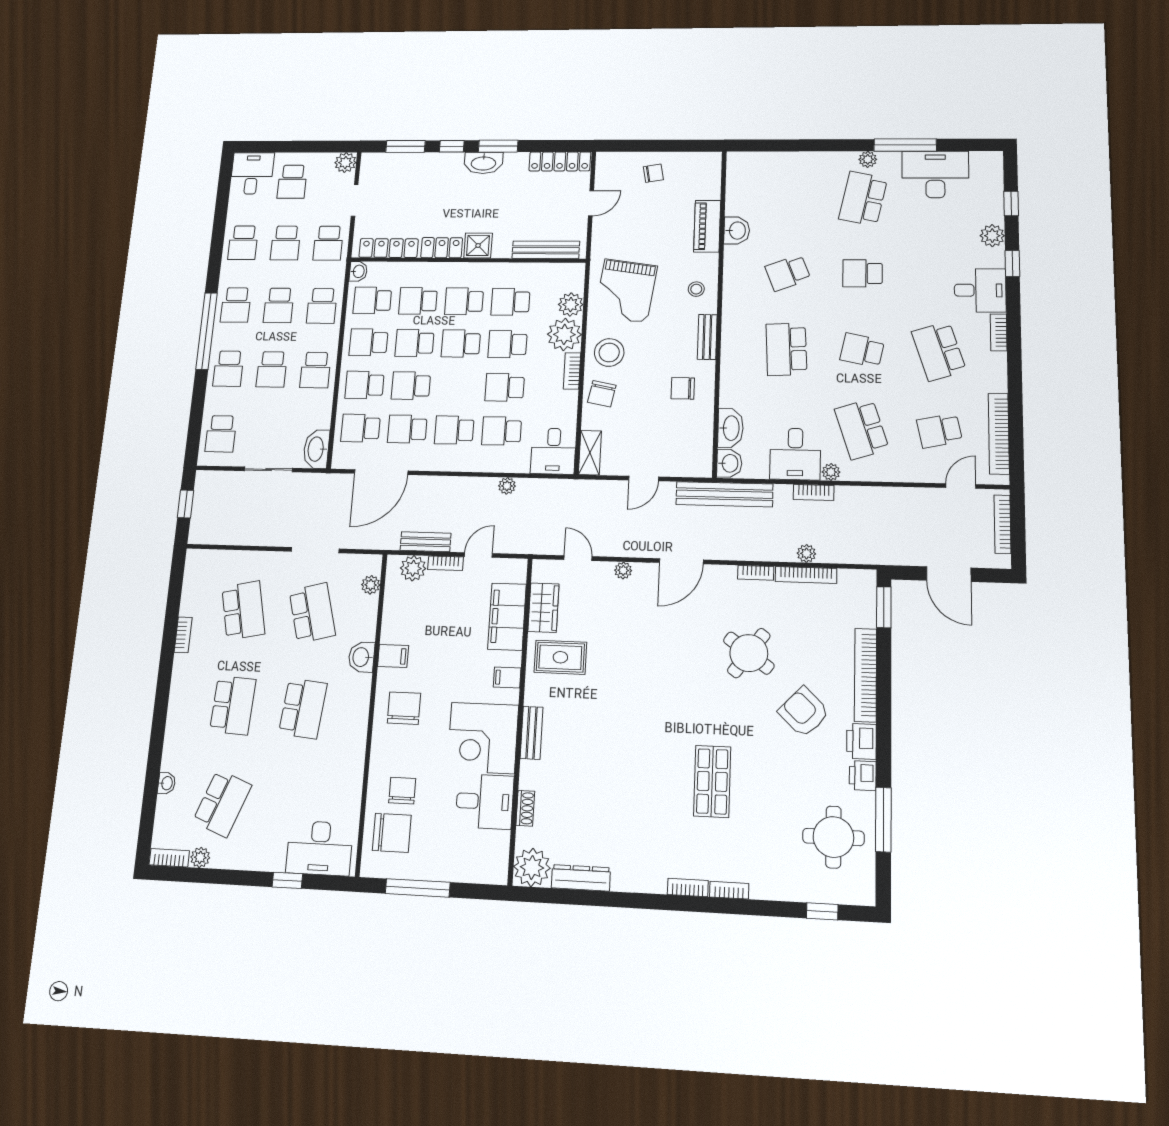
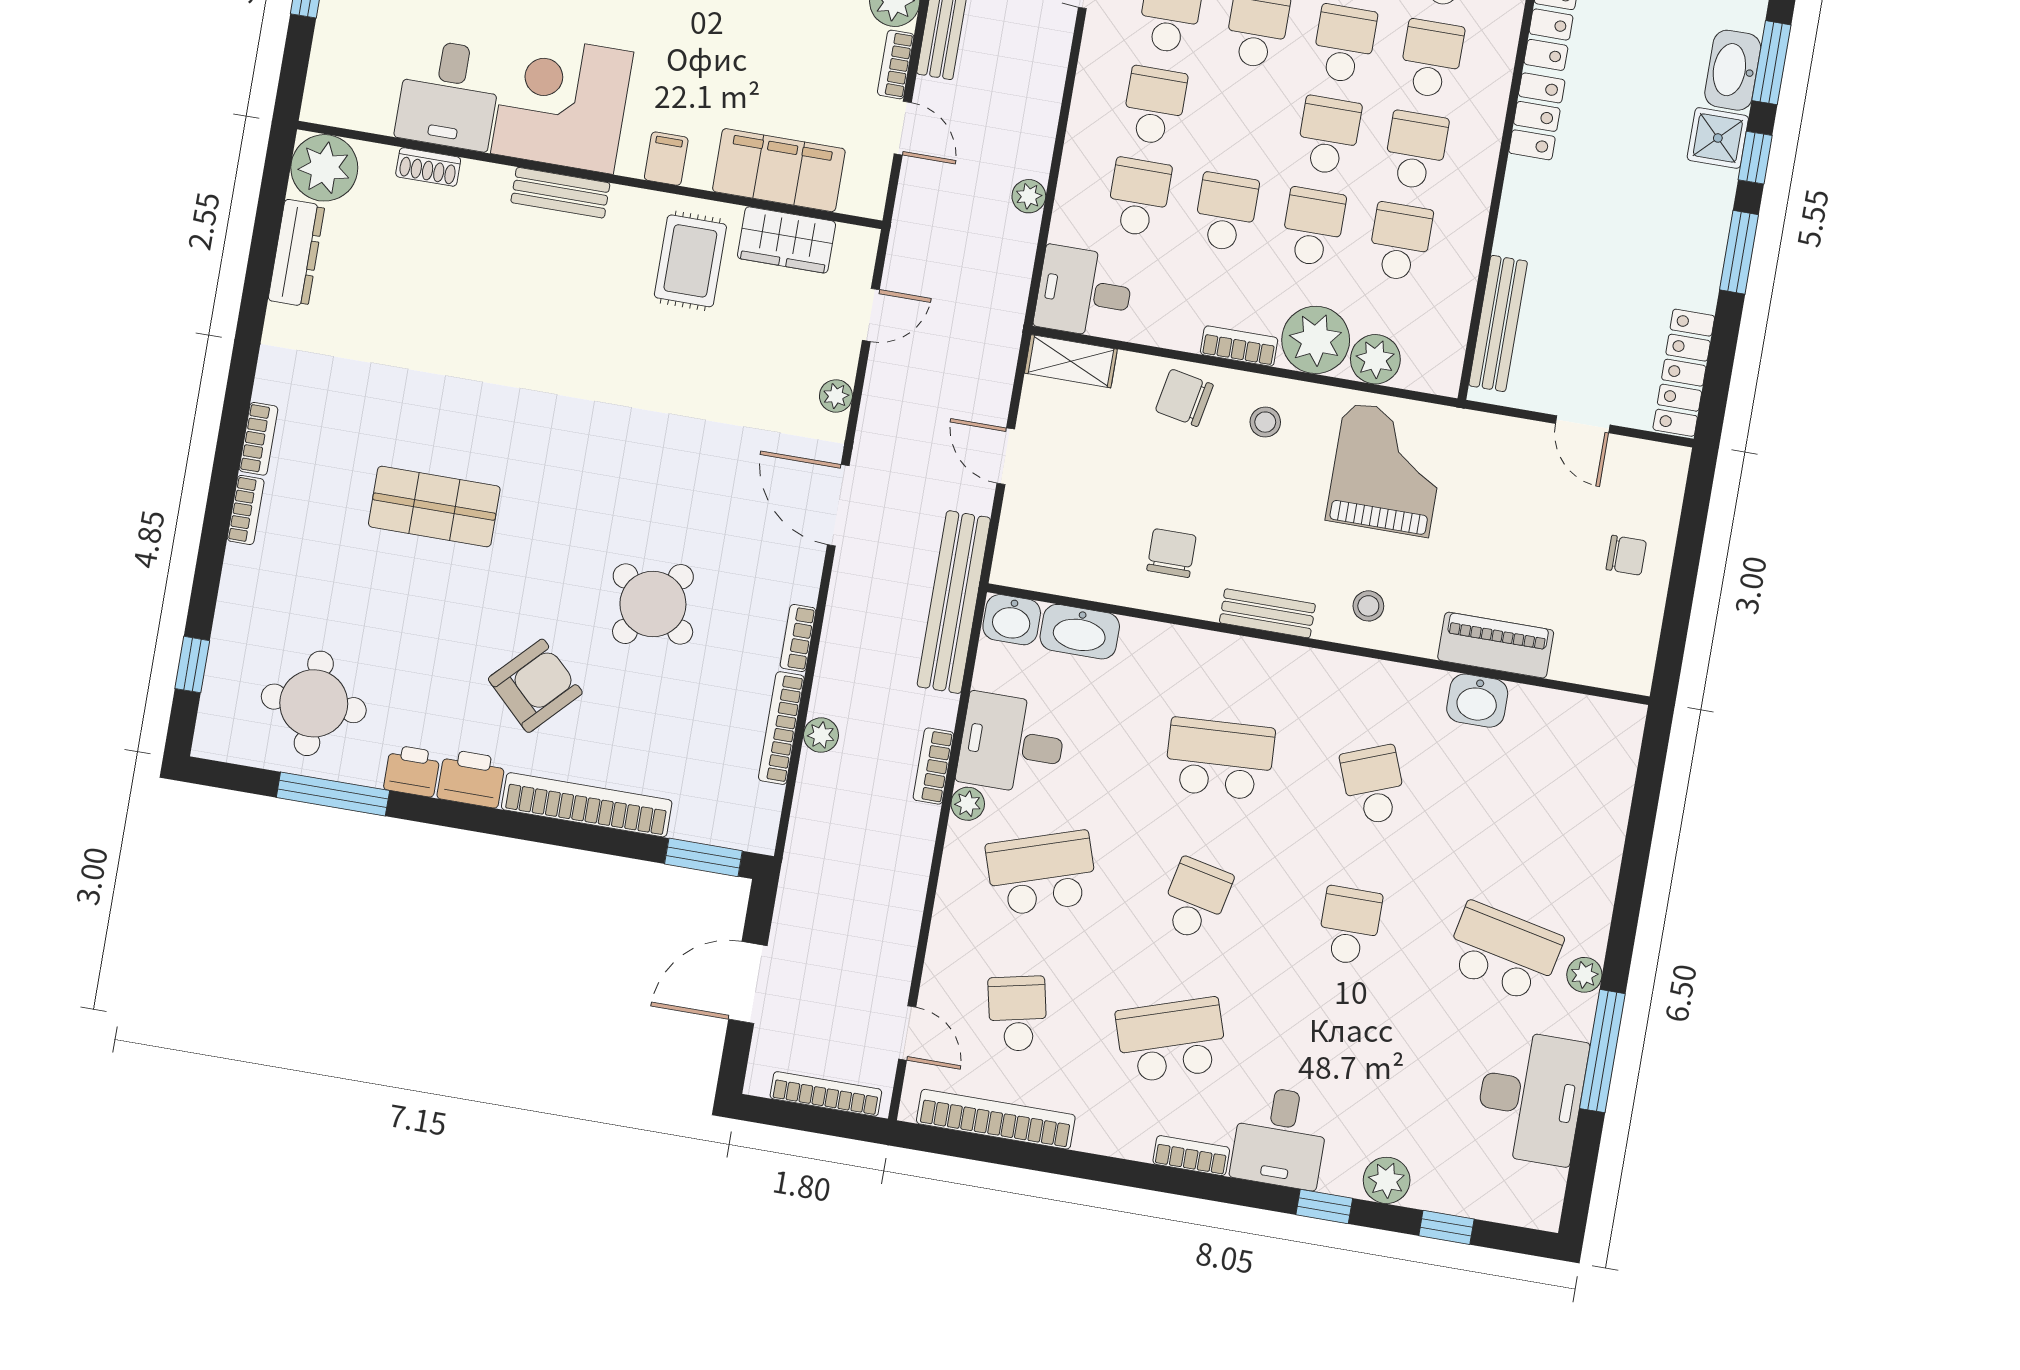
washbasin: (483, 163) -> (1733, 70), moved
chair: (653, 173) -> (1626, 555), turned -80
shower: (478, 245) -> (1718, 138), moved
grand piano: (626, 291) -> (1387, 470), turned 82
stool: (609, 352) -> (1265, 422), width x0.53, depth x0.53

